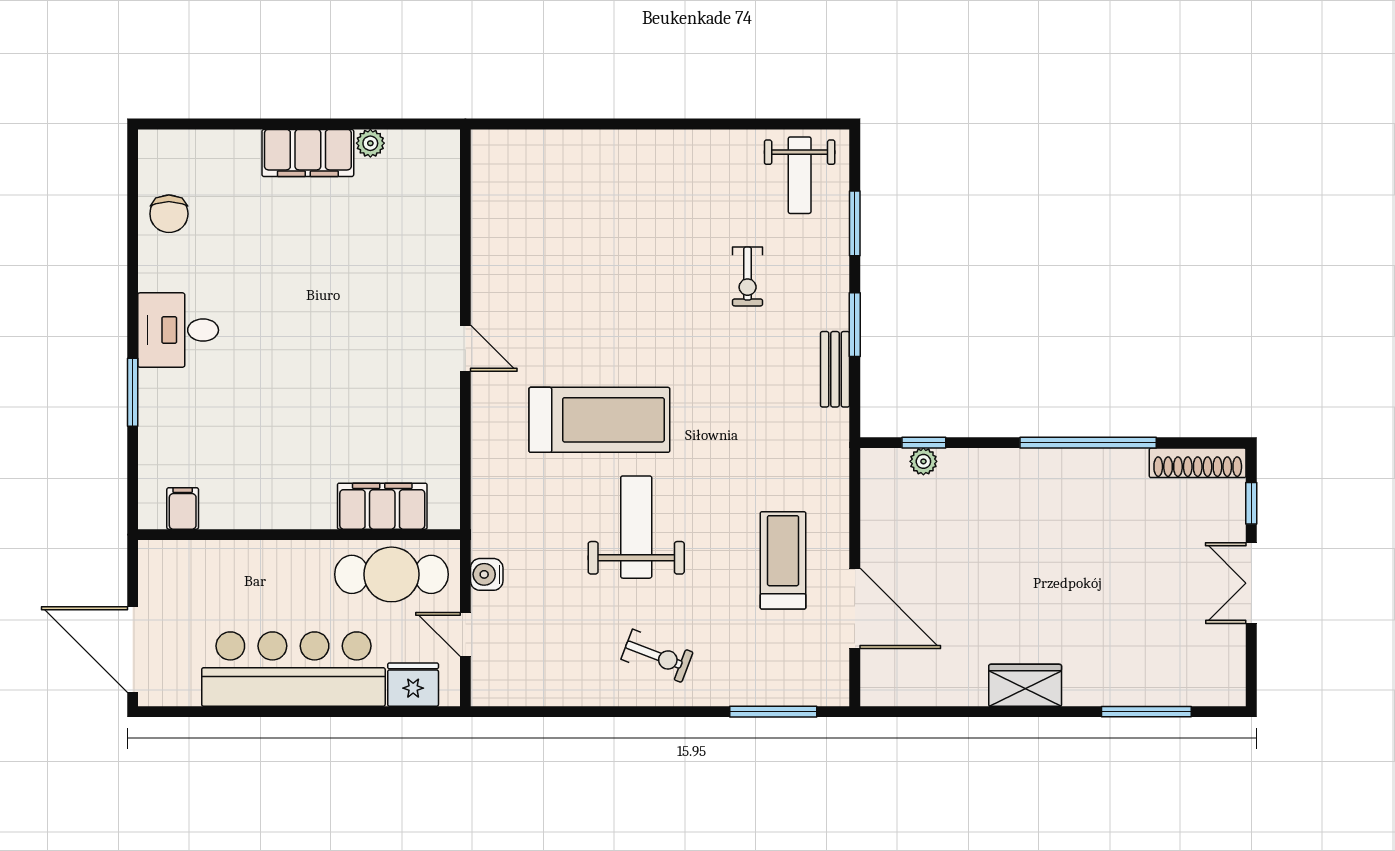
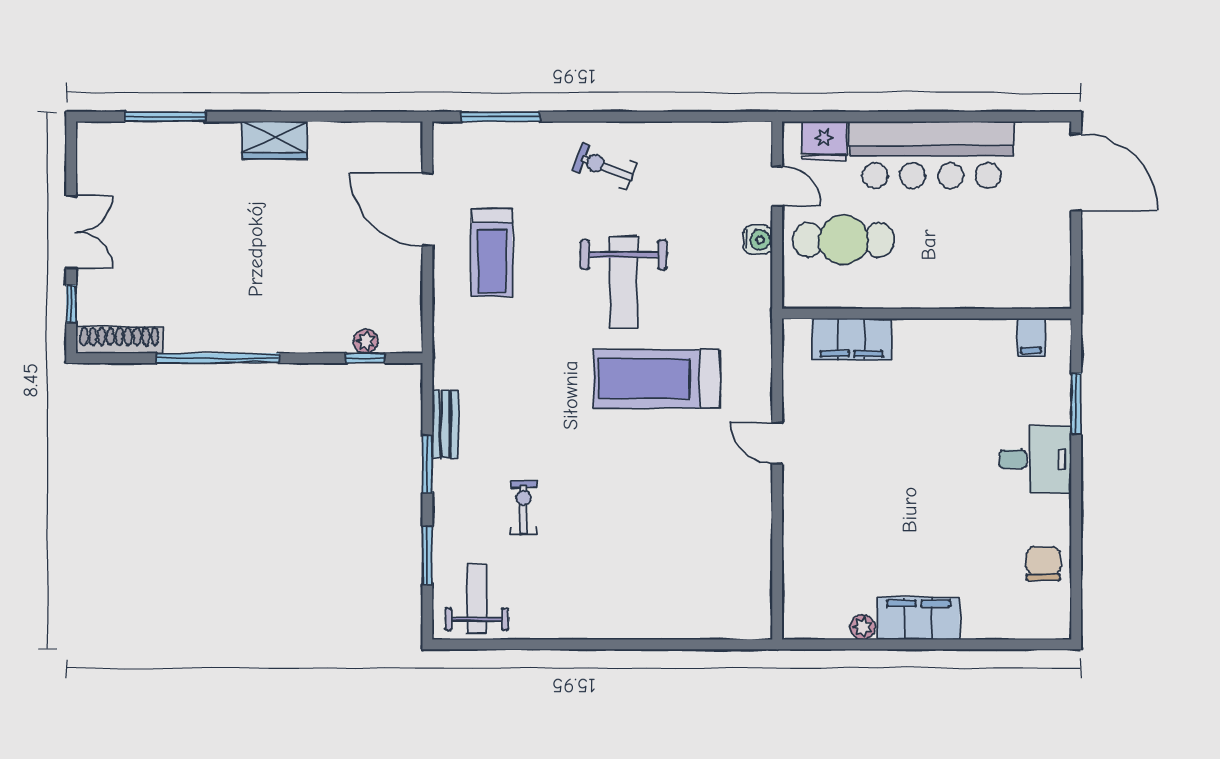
filing cabinet: (382, 506) -> (852, 339), moved
filing cabinet: (183, 508) -> (1031, 337), moved
wall: (299, 535) -> (927, 314), moved

